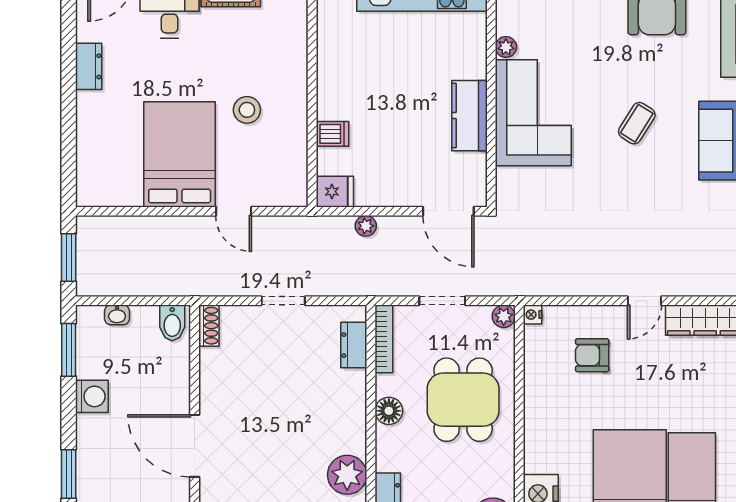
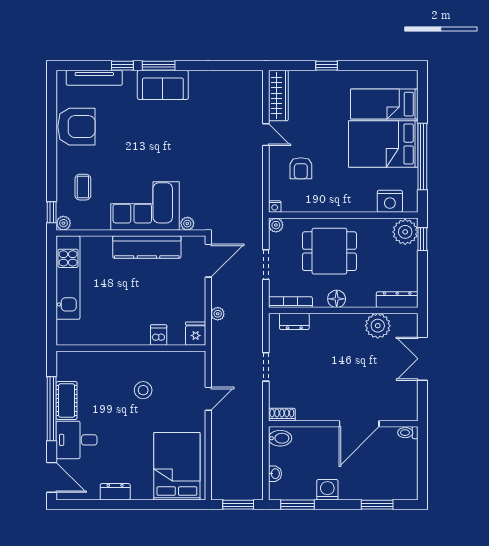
plant: (506, 47) -> (187, 224), moved
kitchen counter: (469, 116) -> (147, 247), width x1.50
coffee table: (637, 123) -> (83, 187), moved, turned 58
bed: (180, 154) -> (177, 466), moved, turned 90

